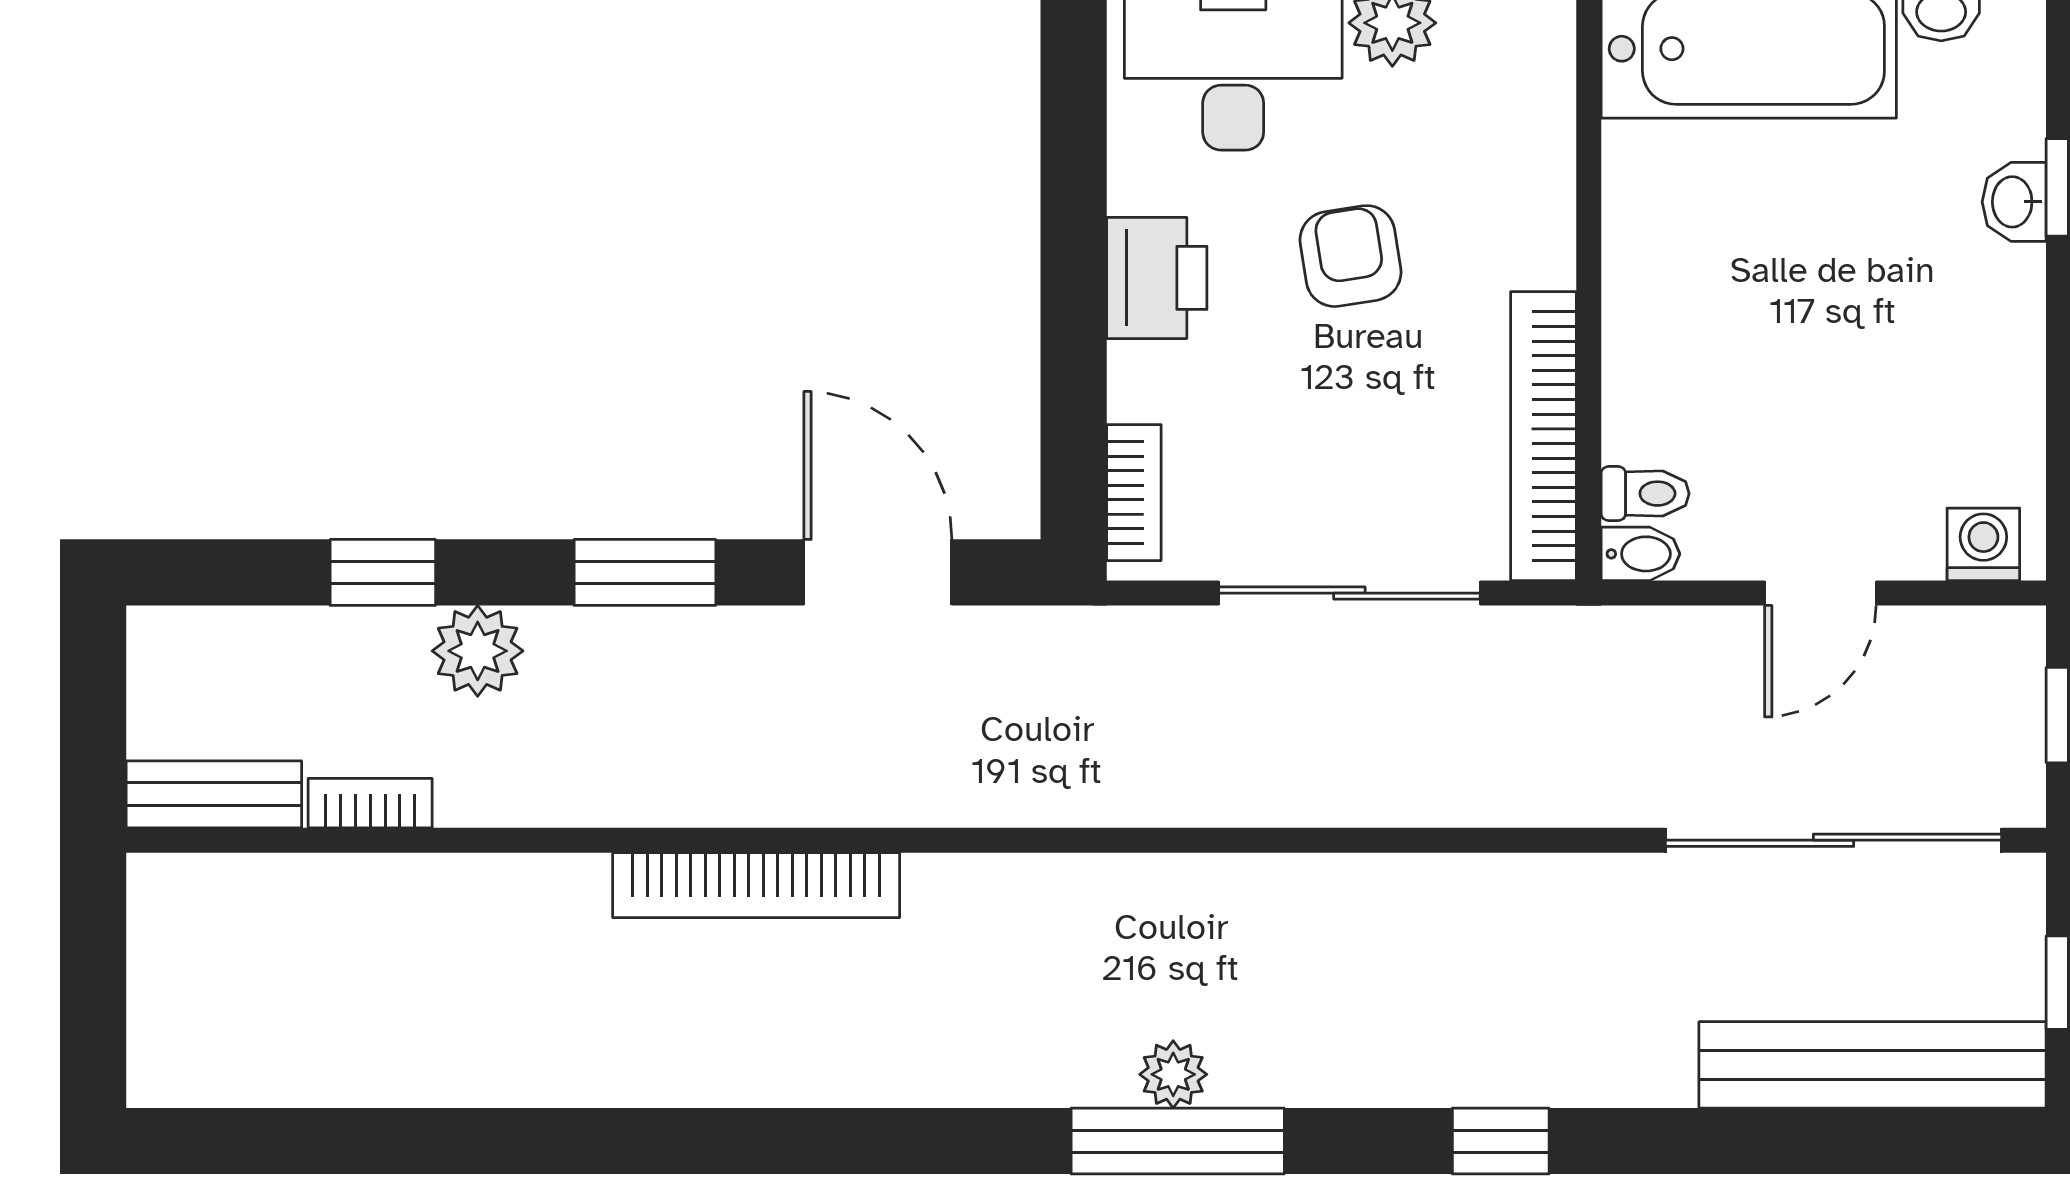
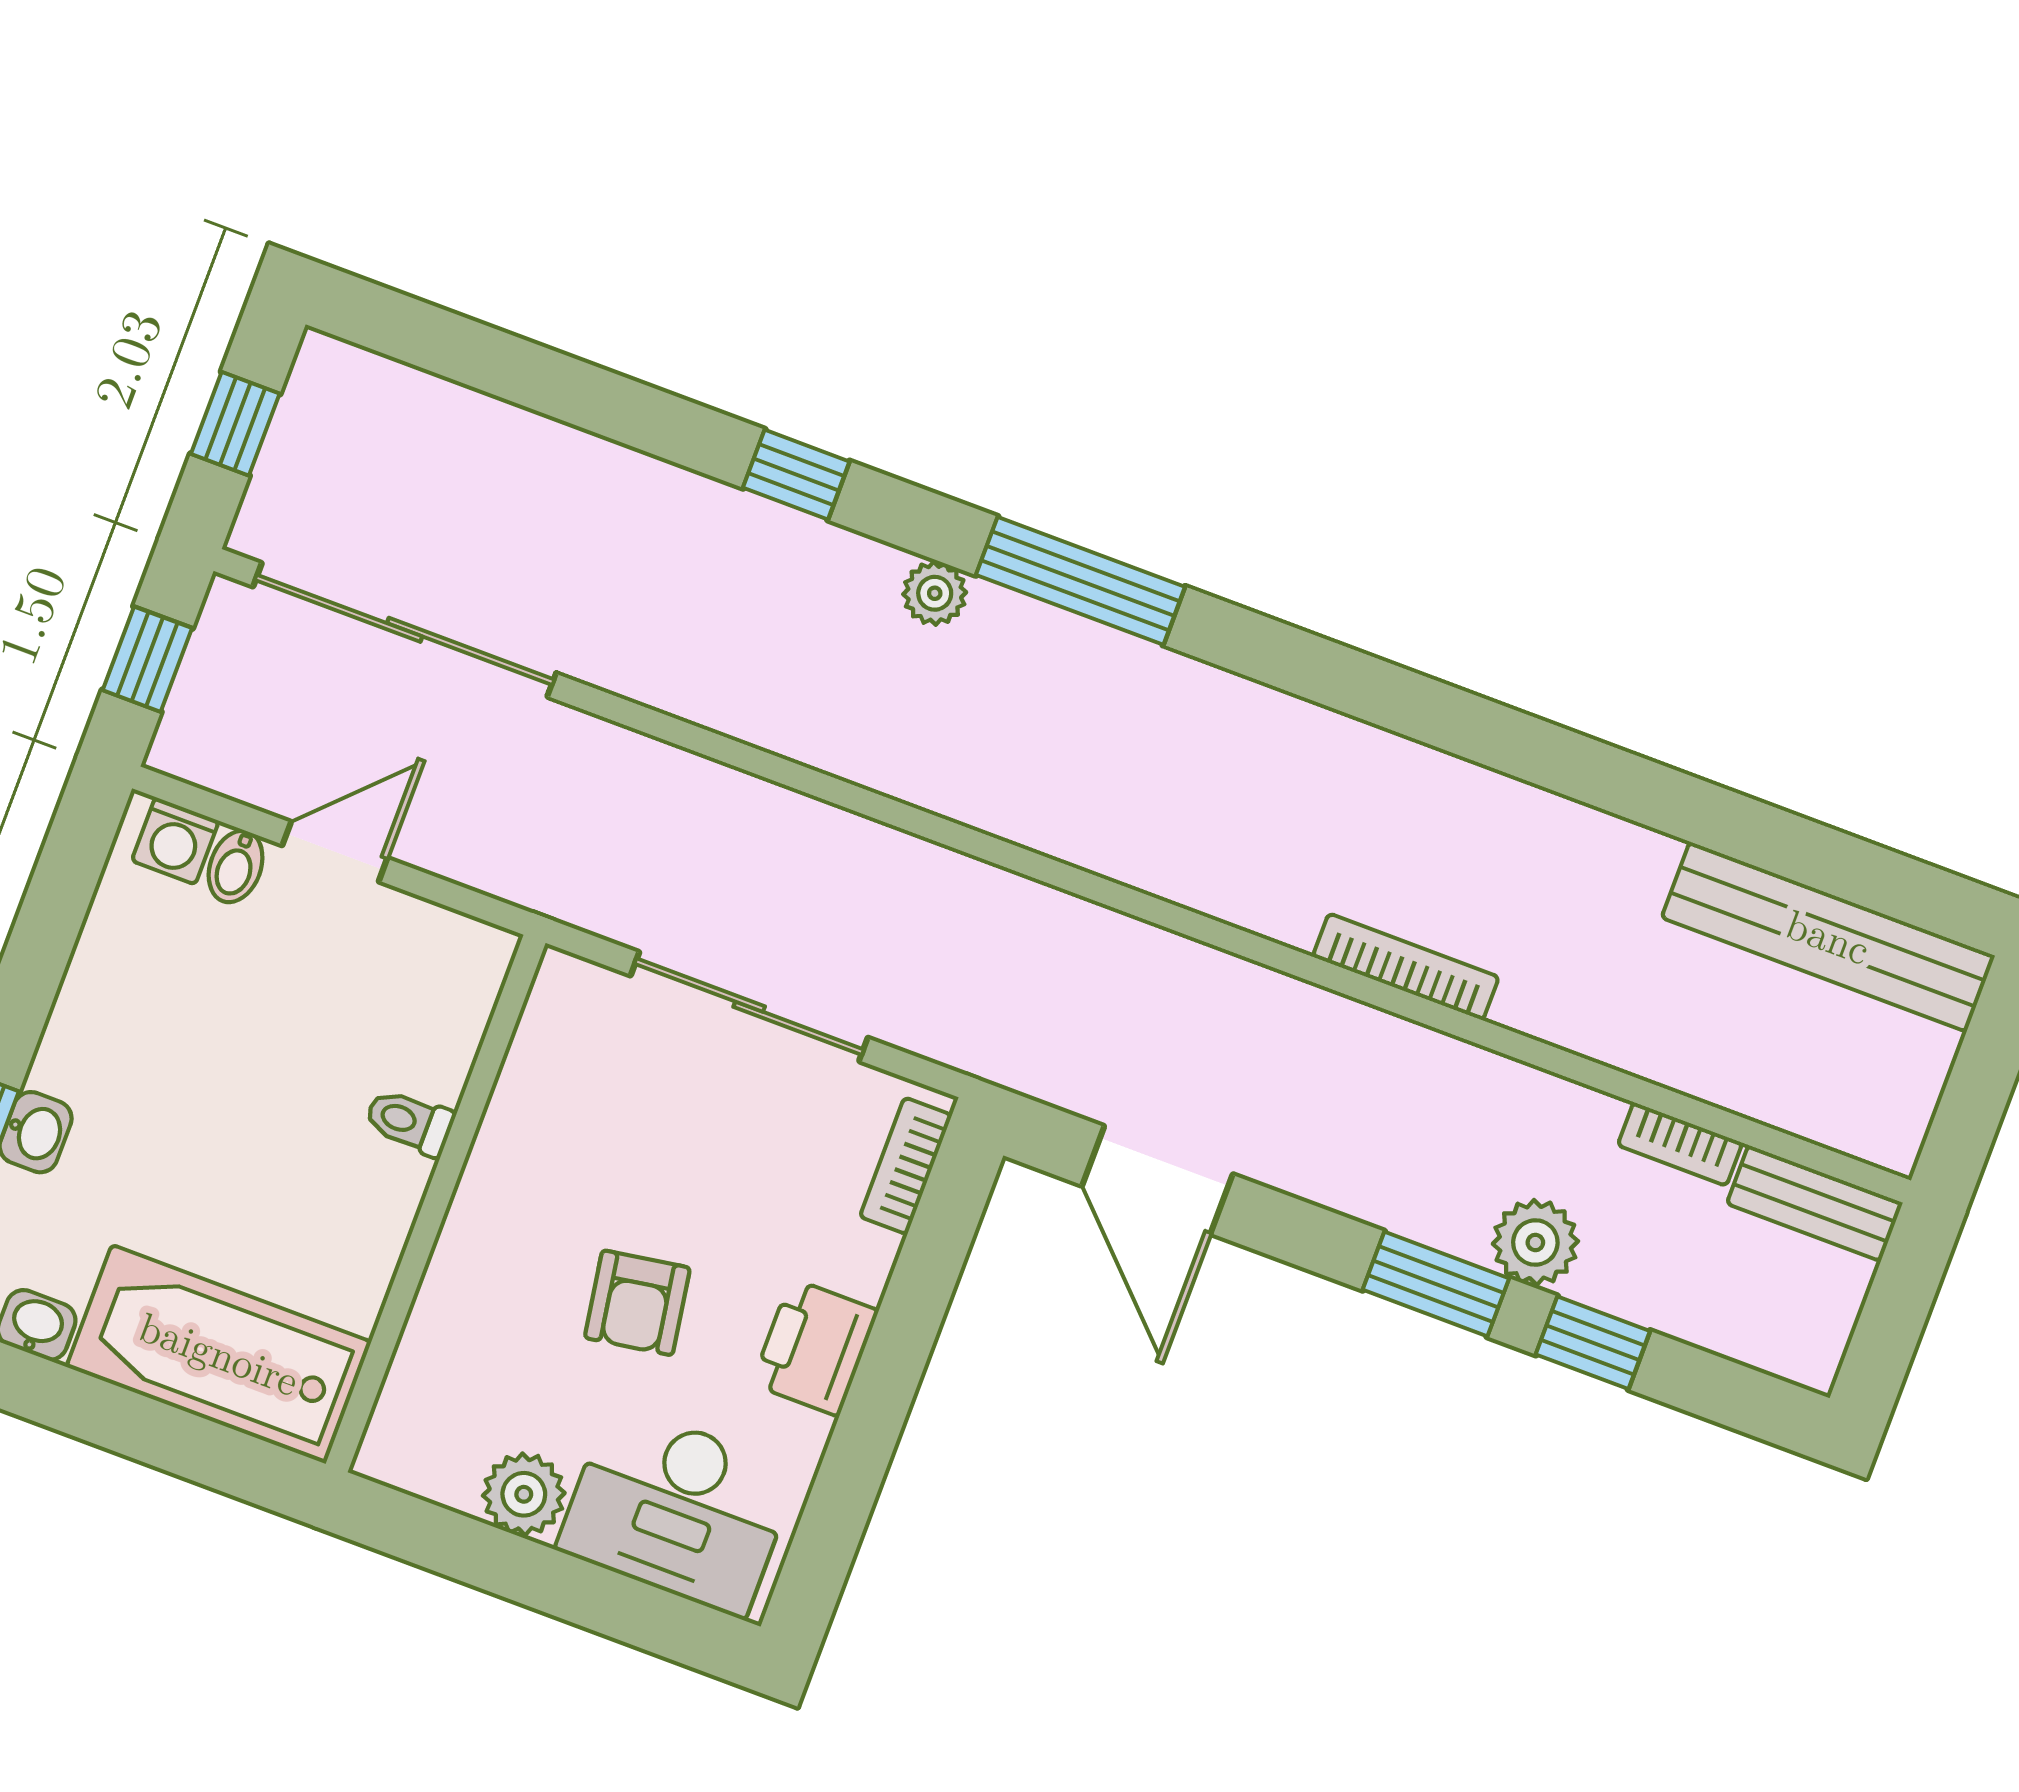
bookcase: (1544, 436) -> (527, 1081), removed
toilet: (1645, 494) -> (409, 1122), moved
bidet: (1640, 554) -> (236, 866), moved, turned -90
window: (645, 572) -> (1436, 1284), moved
bookcase: (756, 885) -> (1406, 967), width x0.68, depth x0.76
bench: (1872, 1065) -> (1828, 937), moved
plant: (1173, 1074) -> (935, 593), moved

